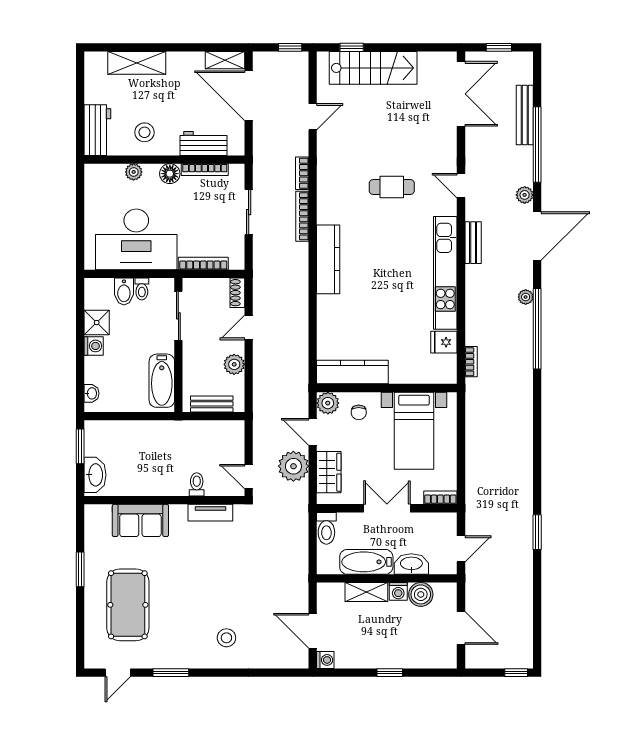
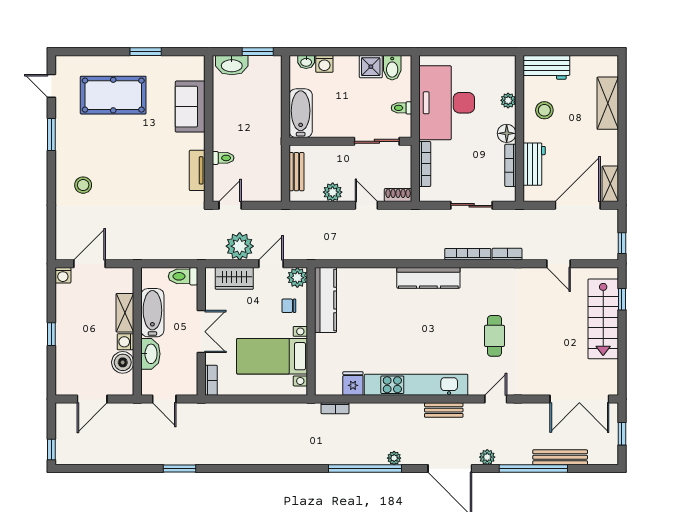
bidet: (124, 291) -> (392, 68), moved, turned -90
washing machine: (94, 346) -> (324, 64), moved
bathtub: (162, 381) -> (301, 113), moved, turned 90

